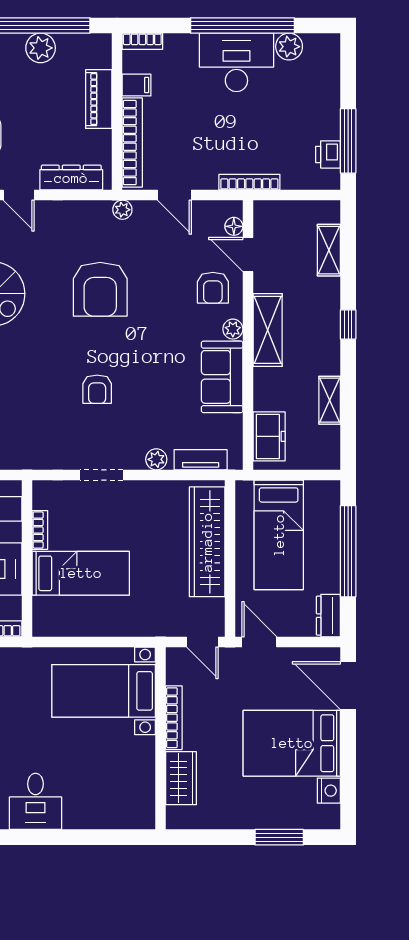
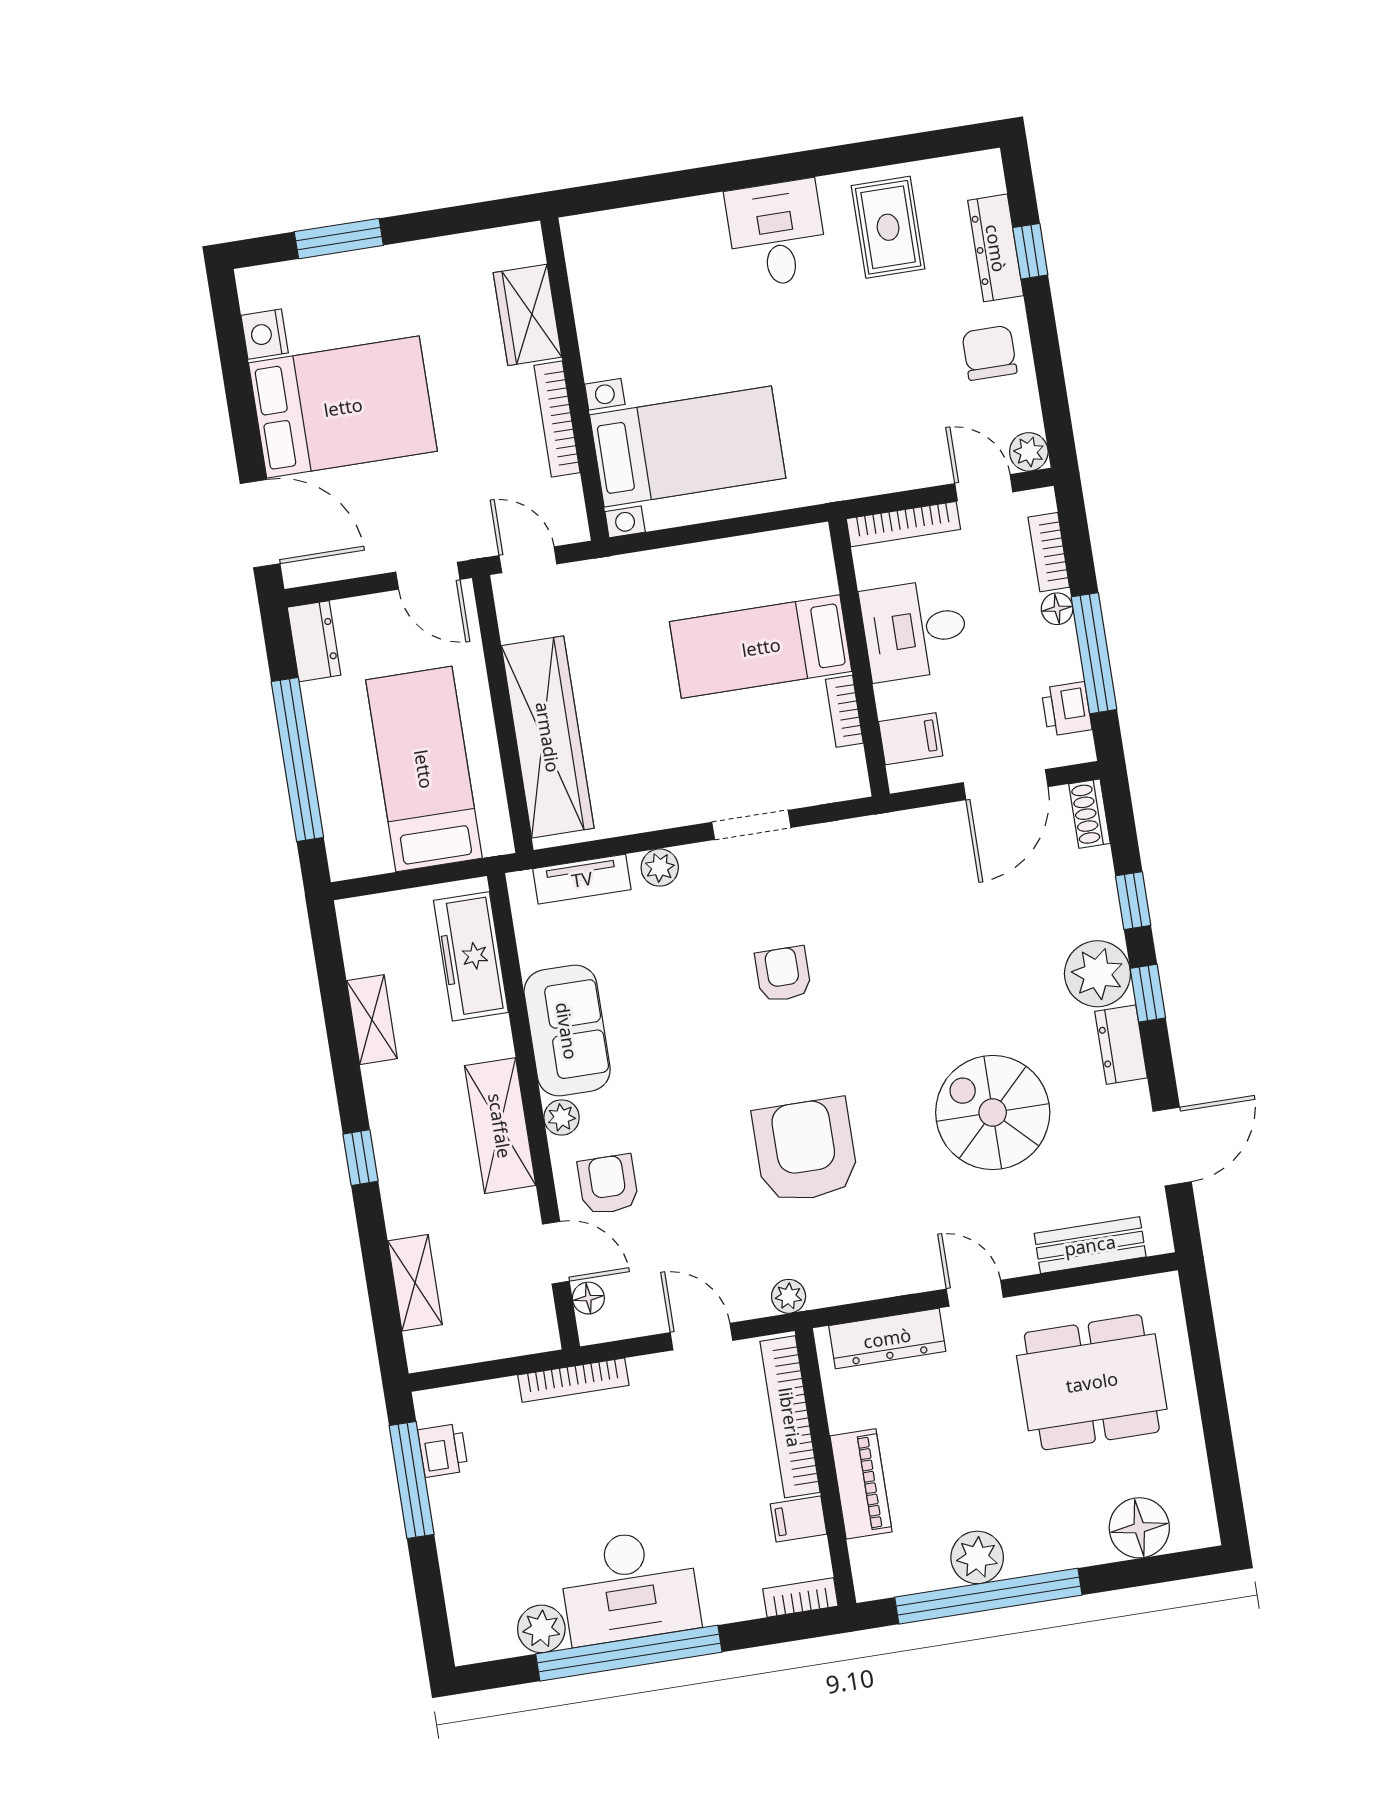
freezer: (269, 436) -> (471, 956), width x1.40

